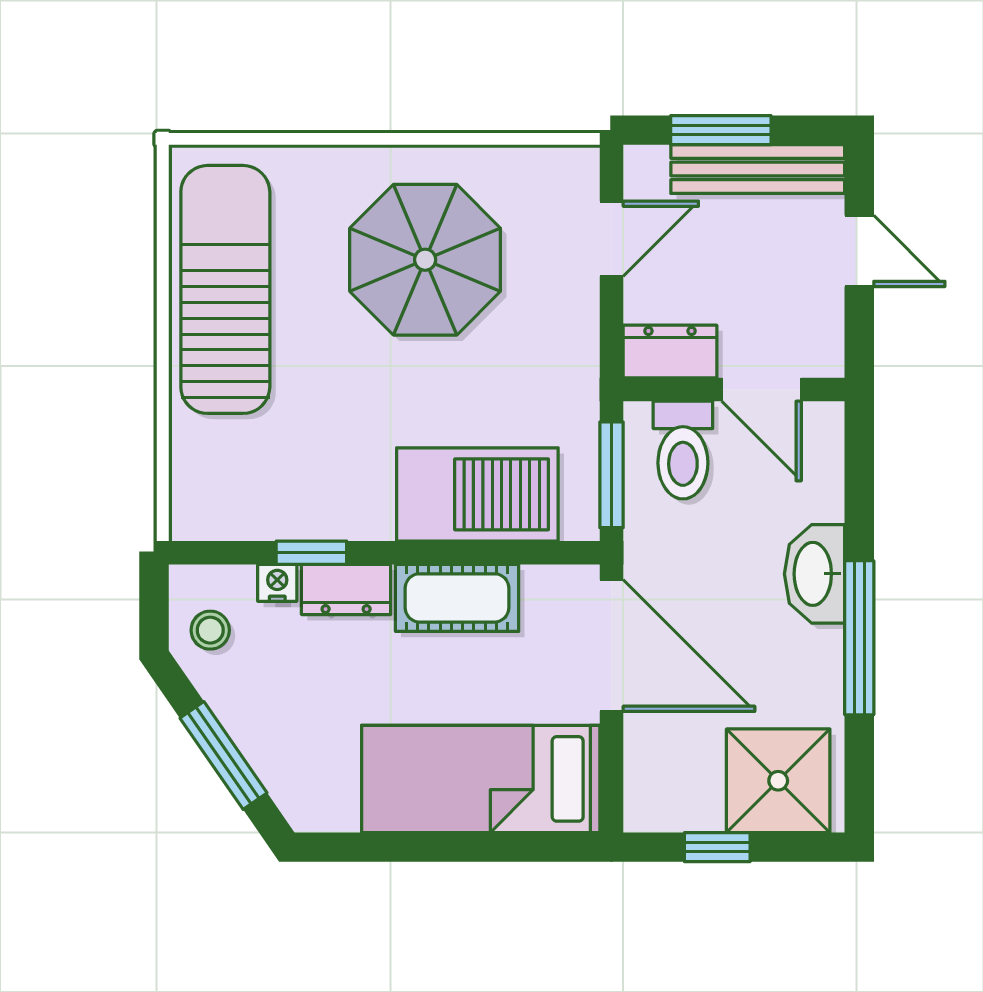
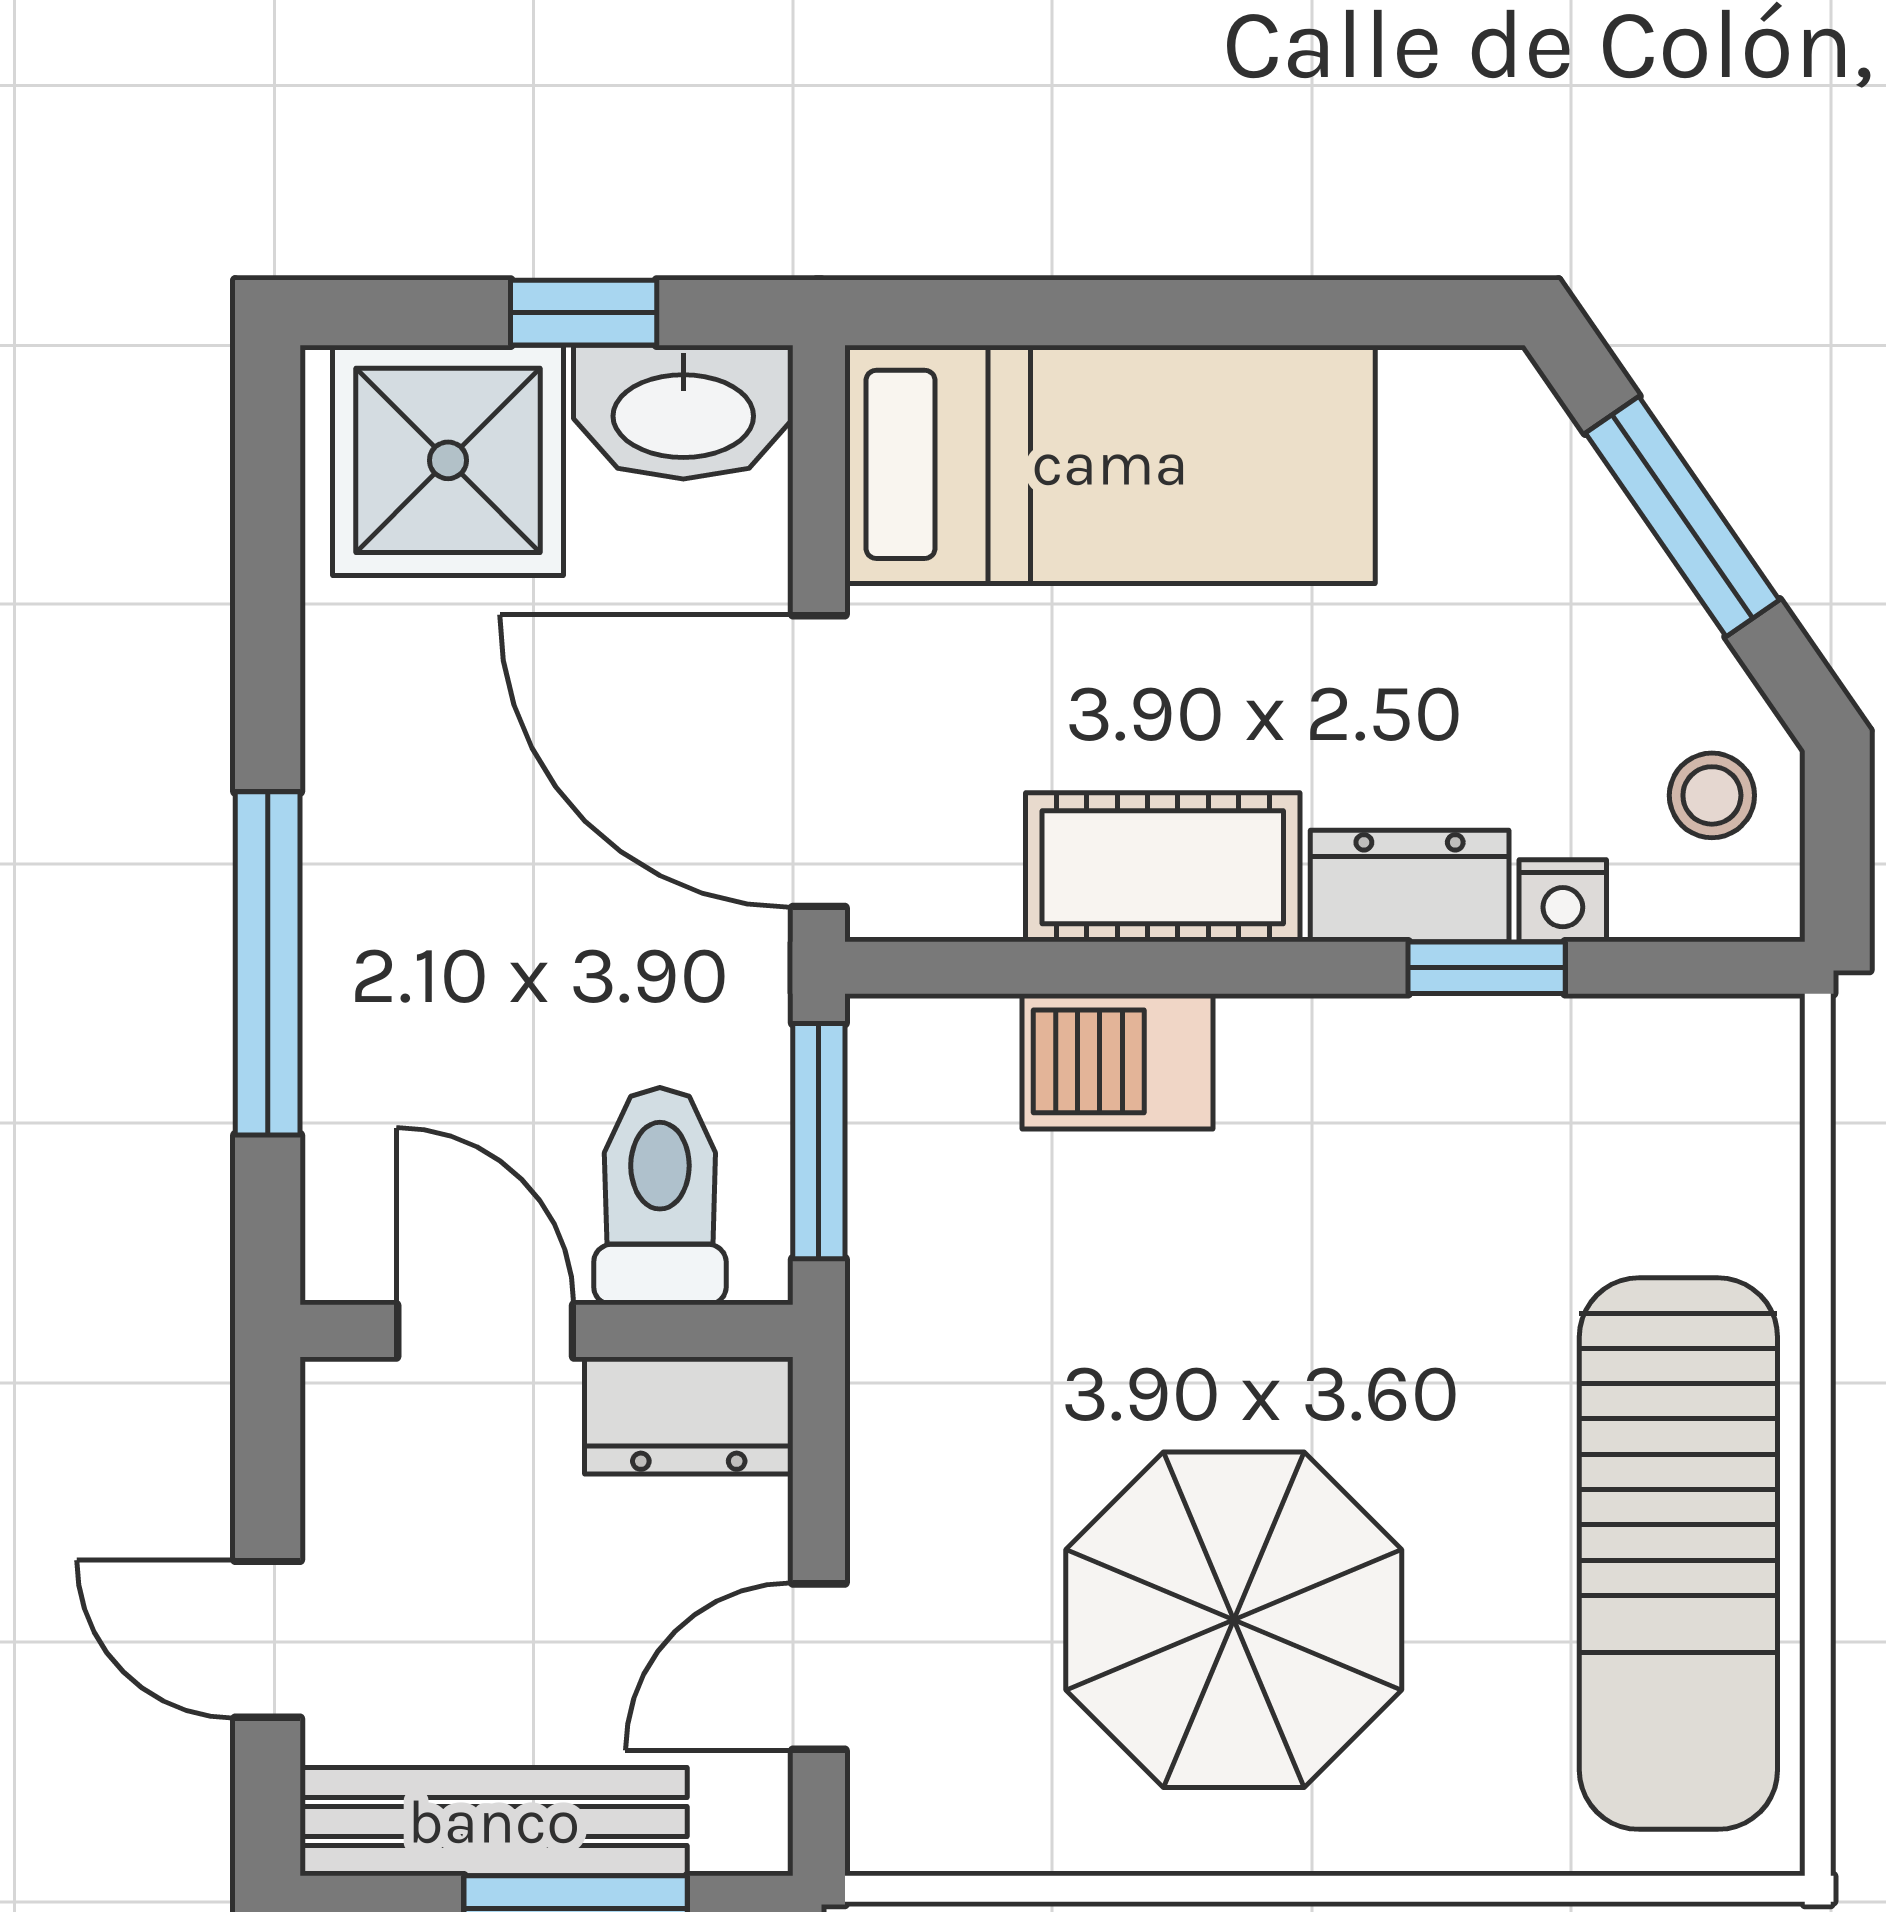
barbecue: (477, 494) -> (1117, 1061), width x0.53, depth x0.65
washbasin: (815, 574) -> (683, 412), moved, turned 90
window: (859, 638) -> (268, 963), moved

